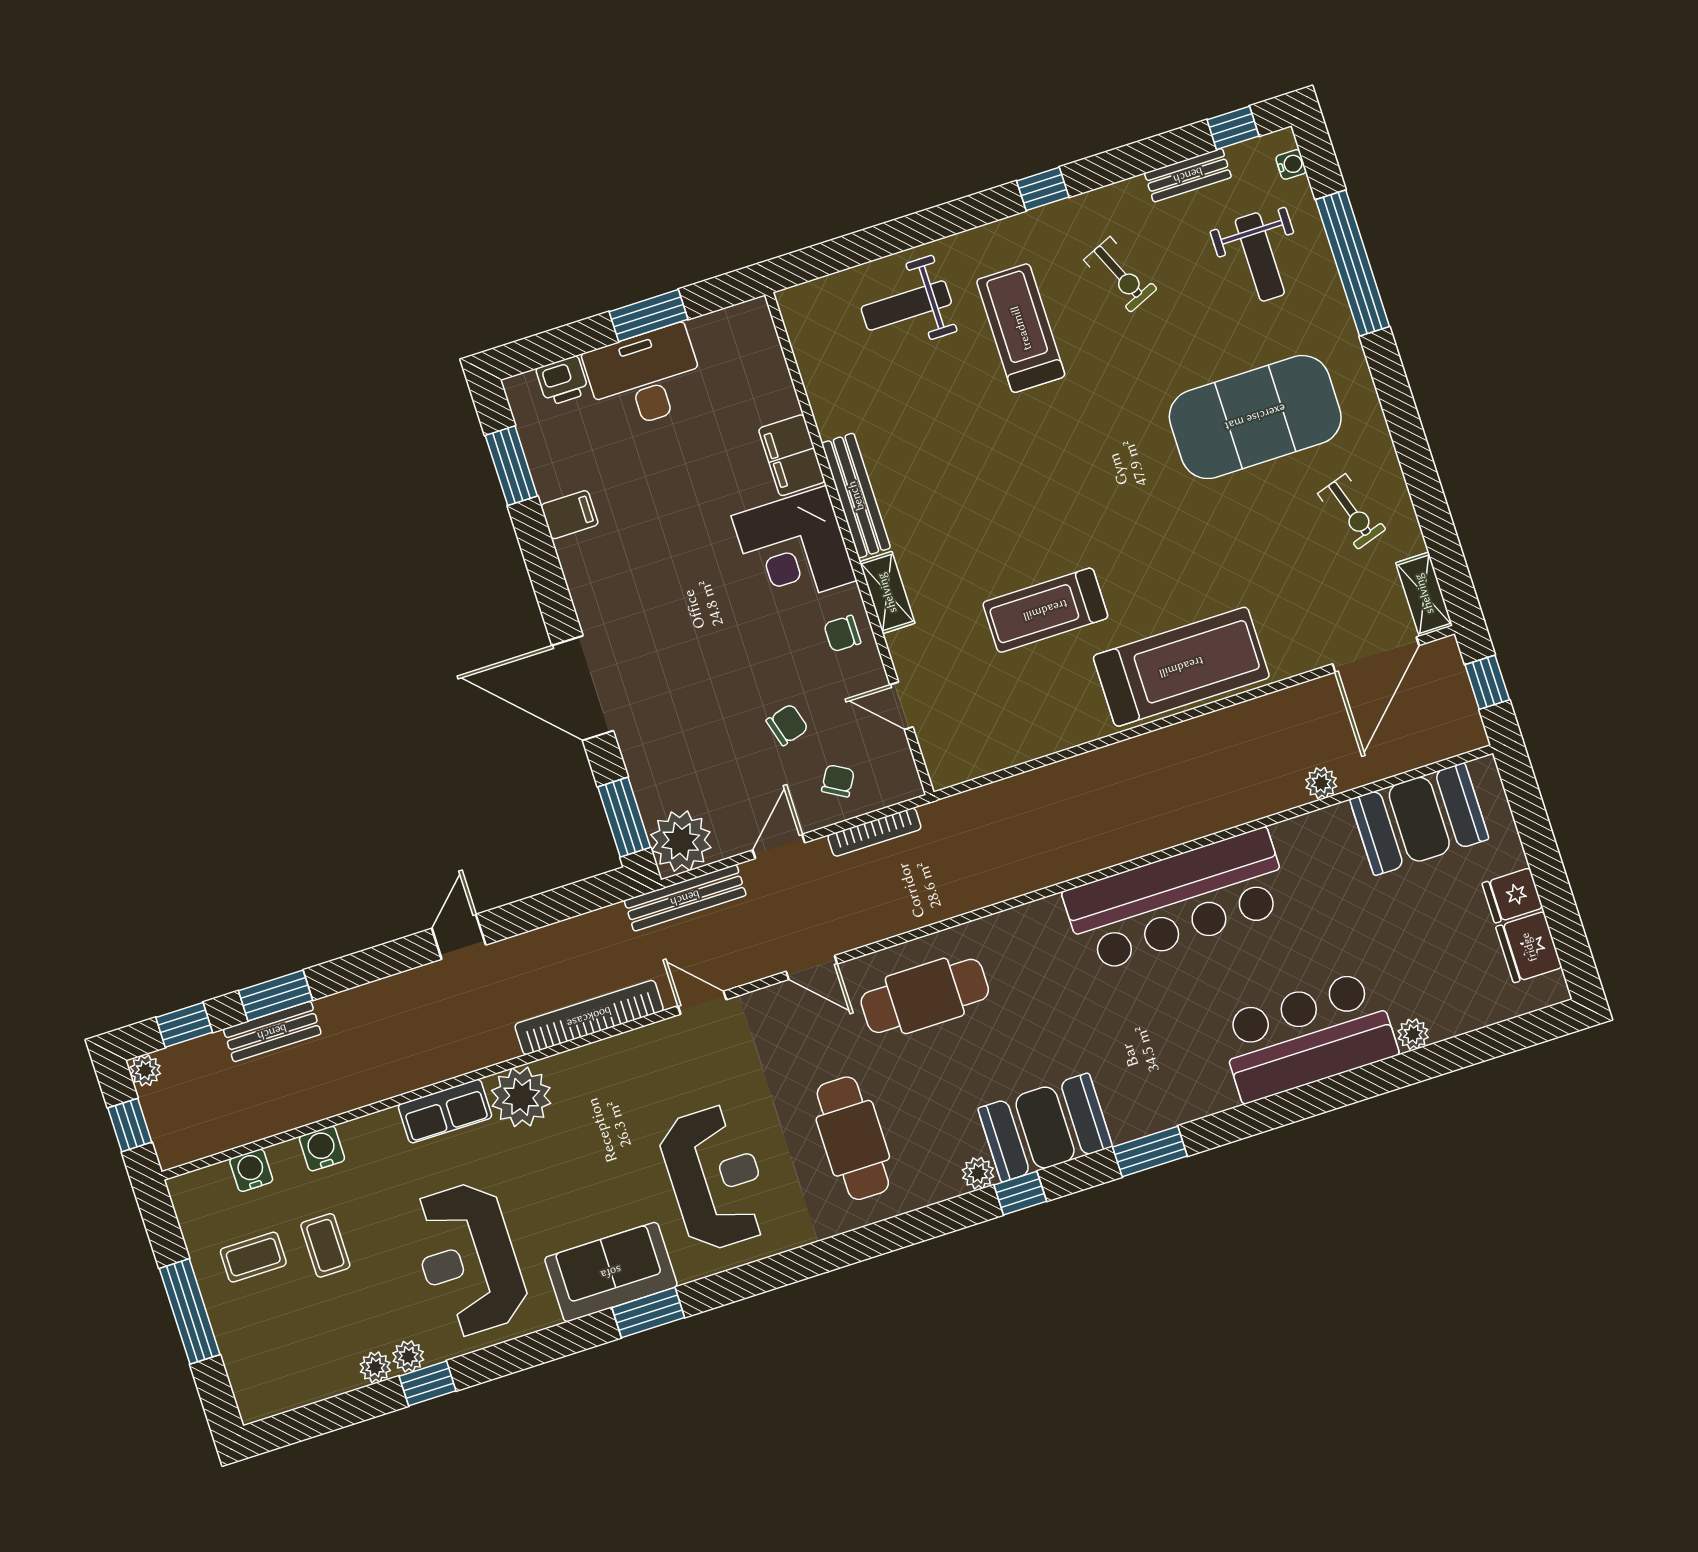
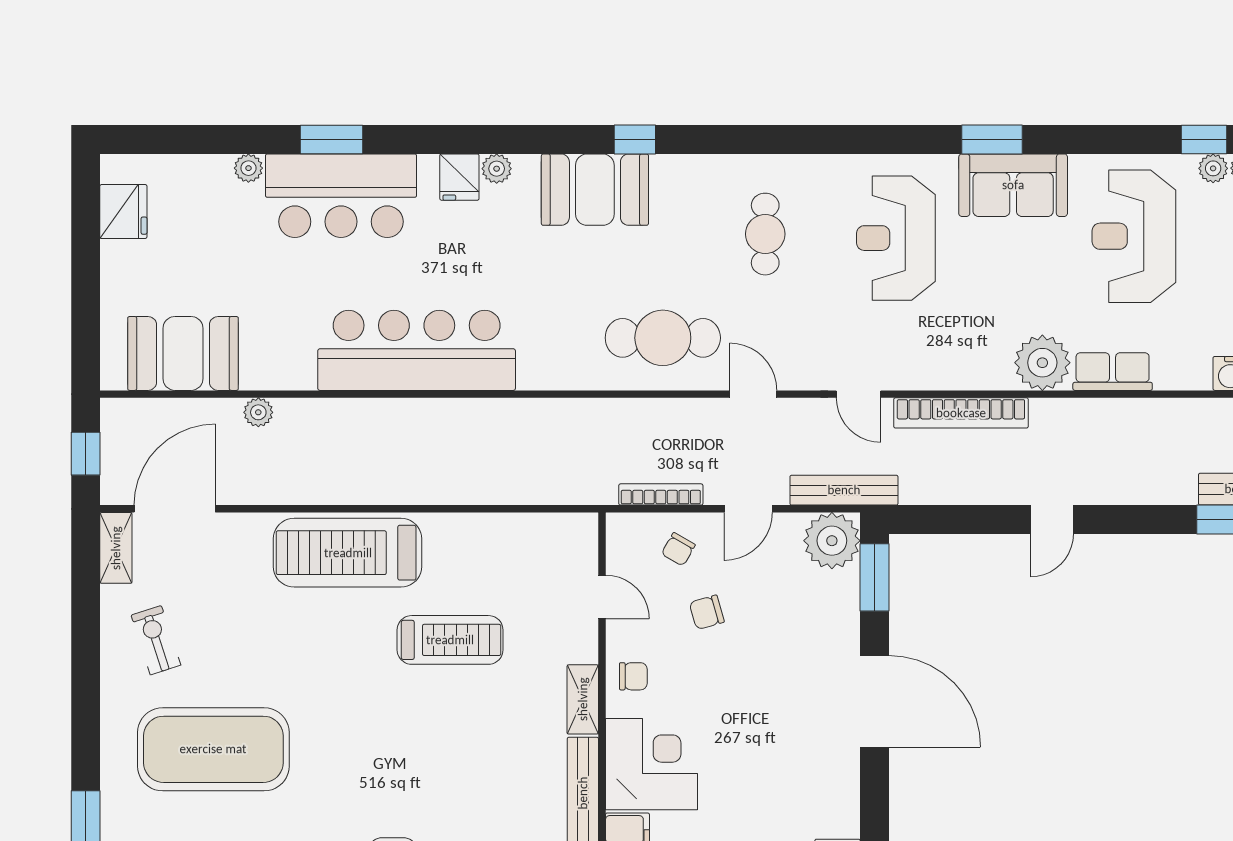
fridge: (1512, 895) -> (459, 177), moved, turned 90
cafe table: (853, 1138) -> (765, 234), width x0.73, depth x0.74
window: (1150, 1152) -> (331, 139), moved
plant: (978, 1173) -> (497, 169), moved
reception desk: (468, 1259) -> (1134, 236), turned 180

